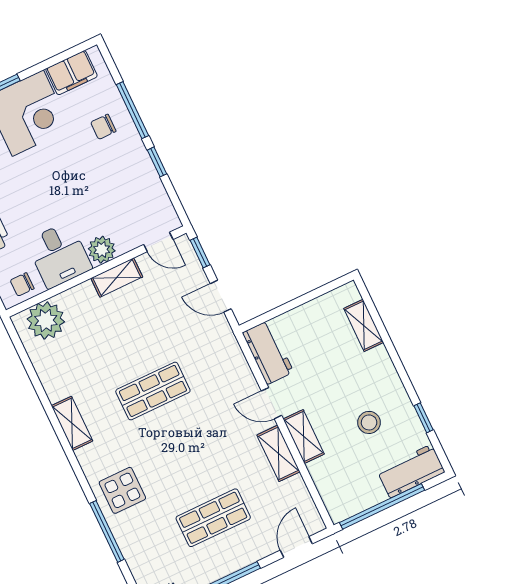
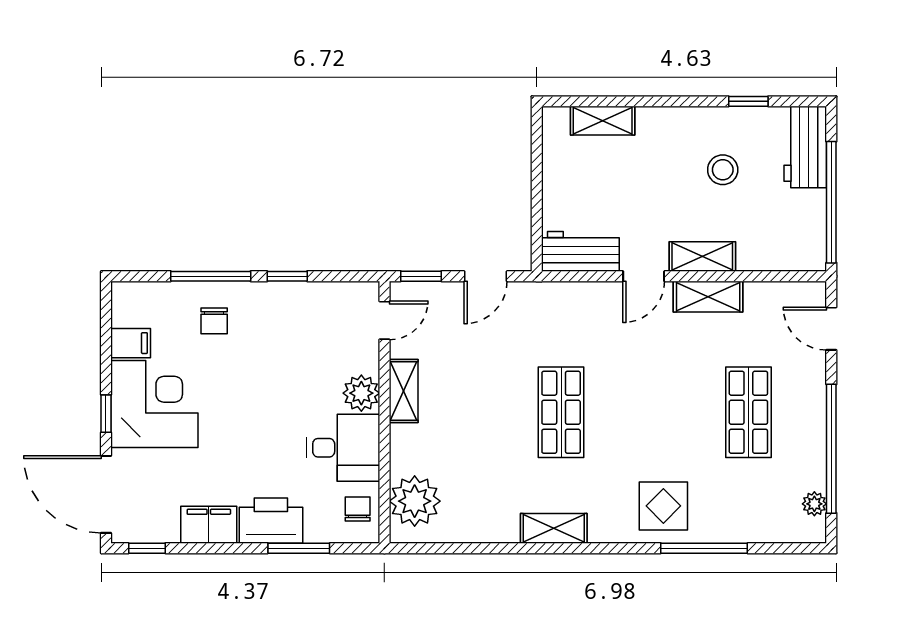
filing cabinet: (71, 73) -> (131, 343), width x0.50
chair: (22, 284) -> (358, 509), turned 180

